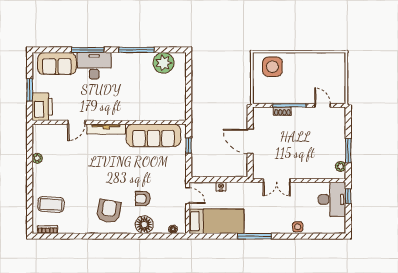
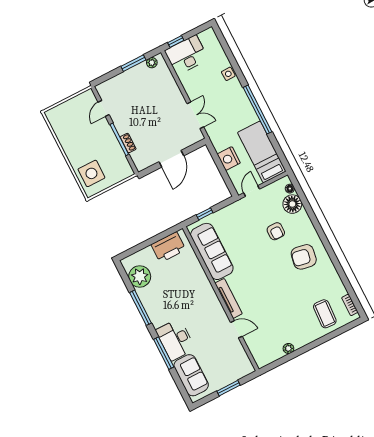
printer: (42, 107) -> (168, 247), moved, turned 180
nightstand: (221, 187) -> (229, 159), width x1.89, depth x1.79
floor lamp: (144, 225) -> (292, 204), moved
window: (254, 236) -> (257, 110), width x1.46

